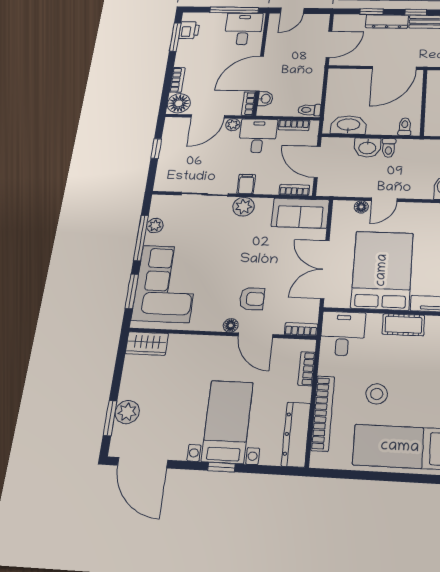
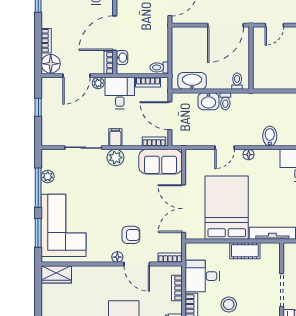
floor lamp: (361, 207) -> (249, 155), moved
desk: (343, 334) -> (202, 276), moved, turned -90

